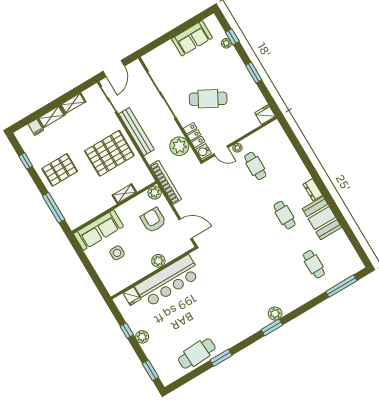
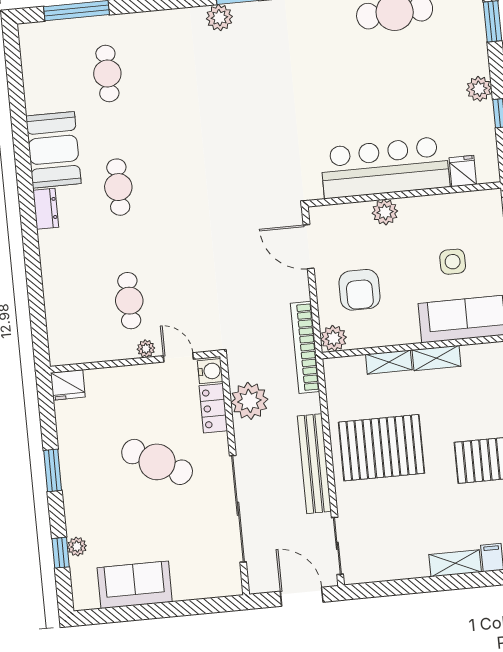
door: (114, 69) -> (302, 597), hinge flipped
shelving: (73, 103) -> (436, 358), moved

